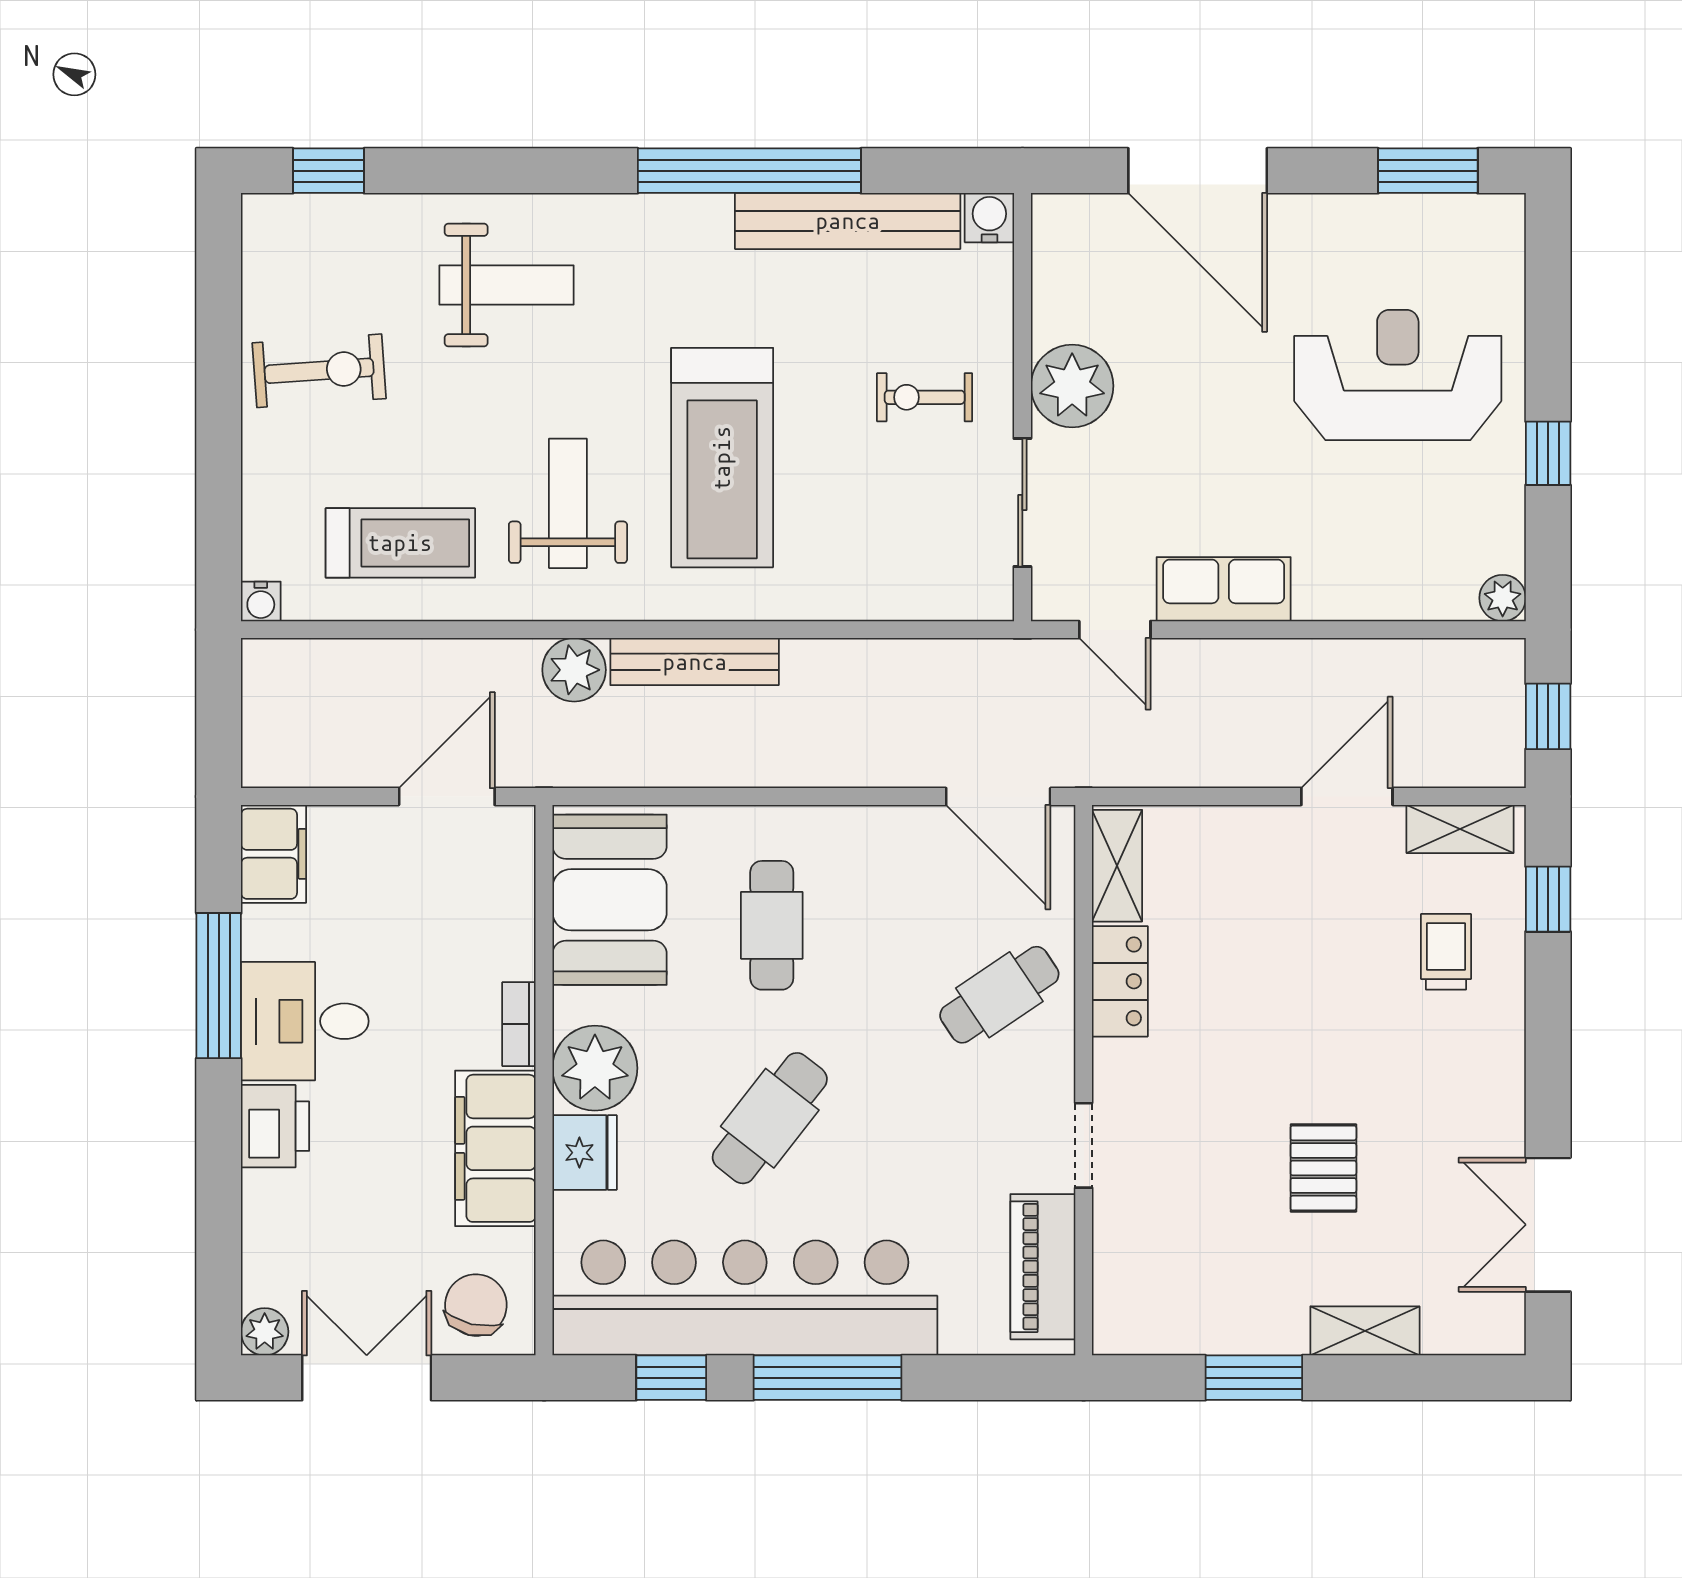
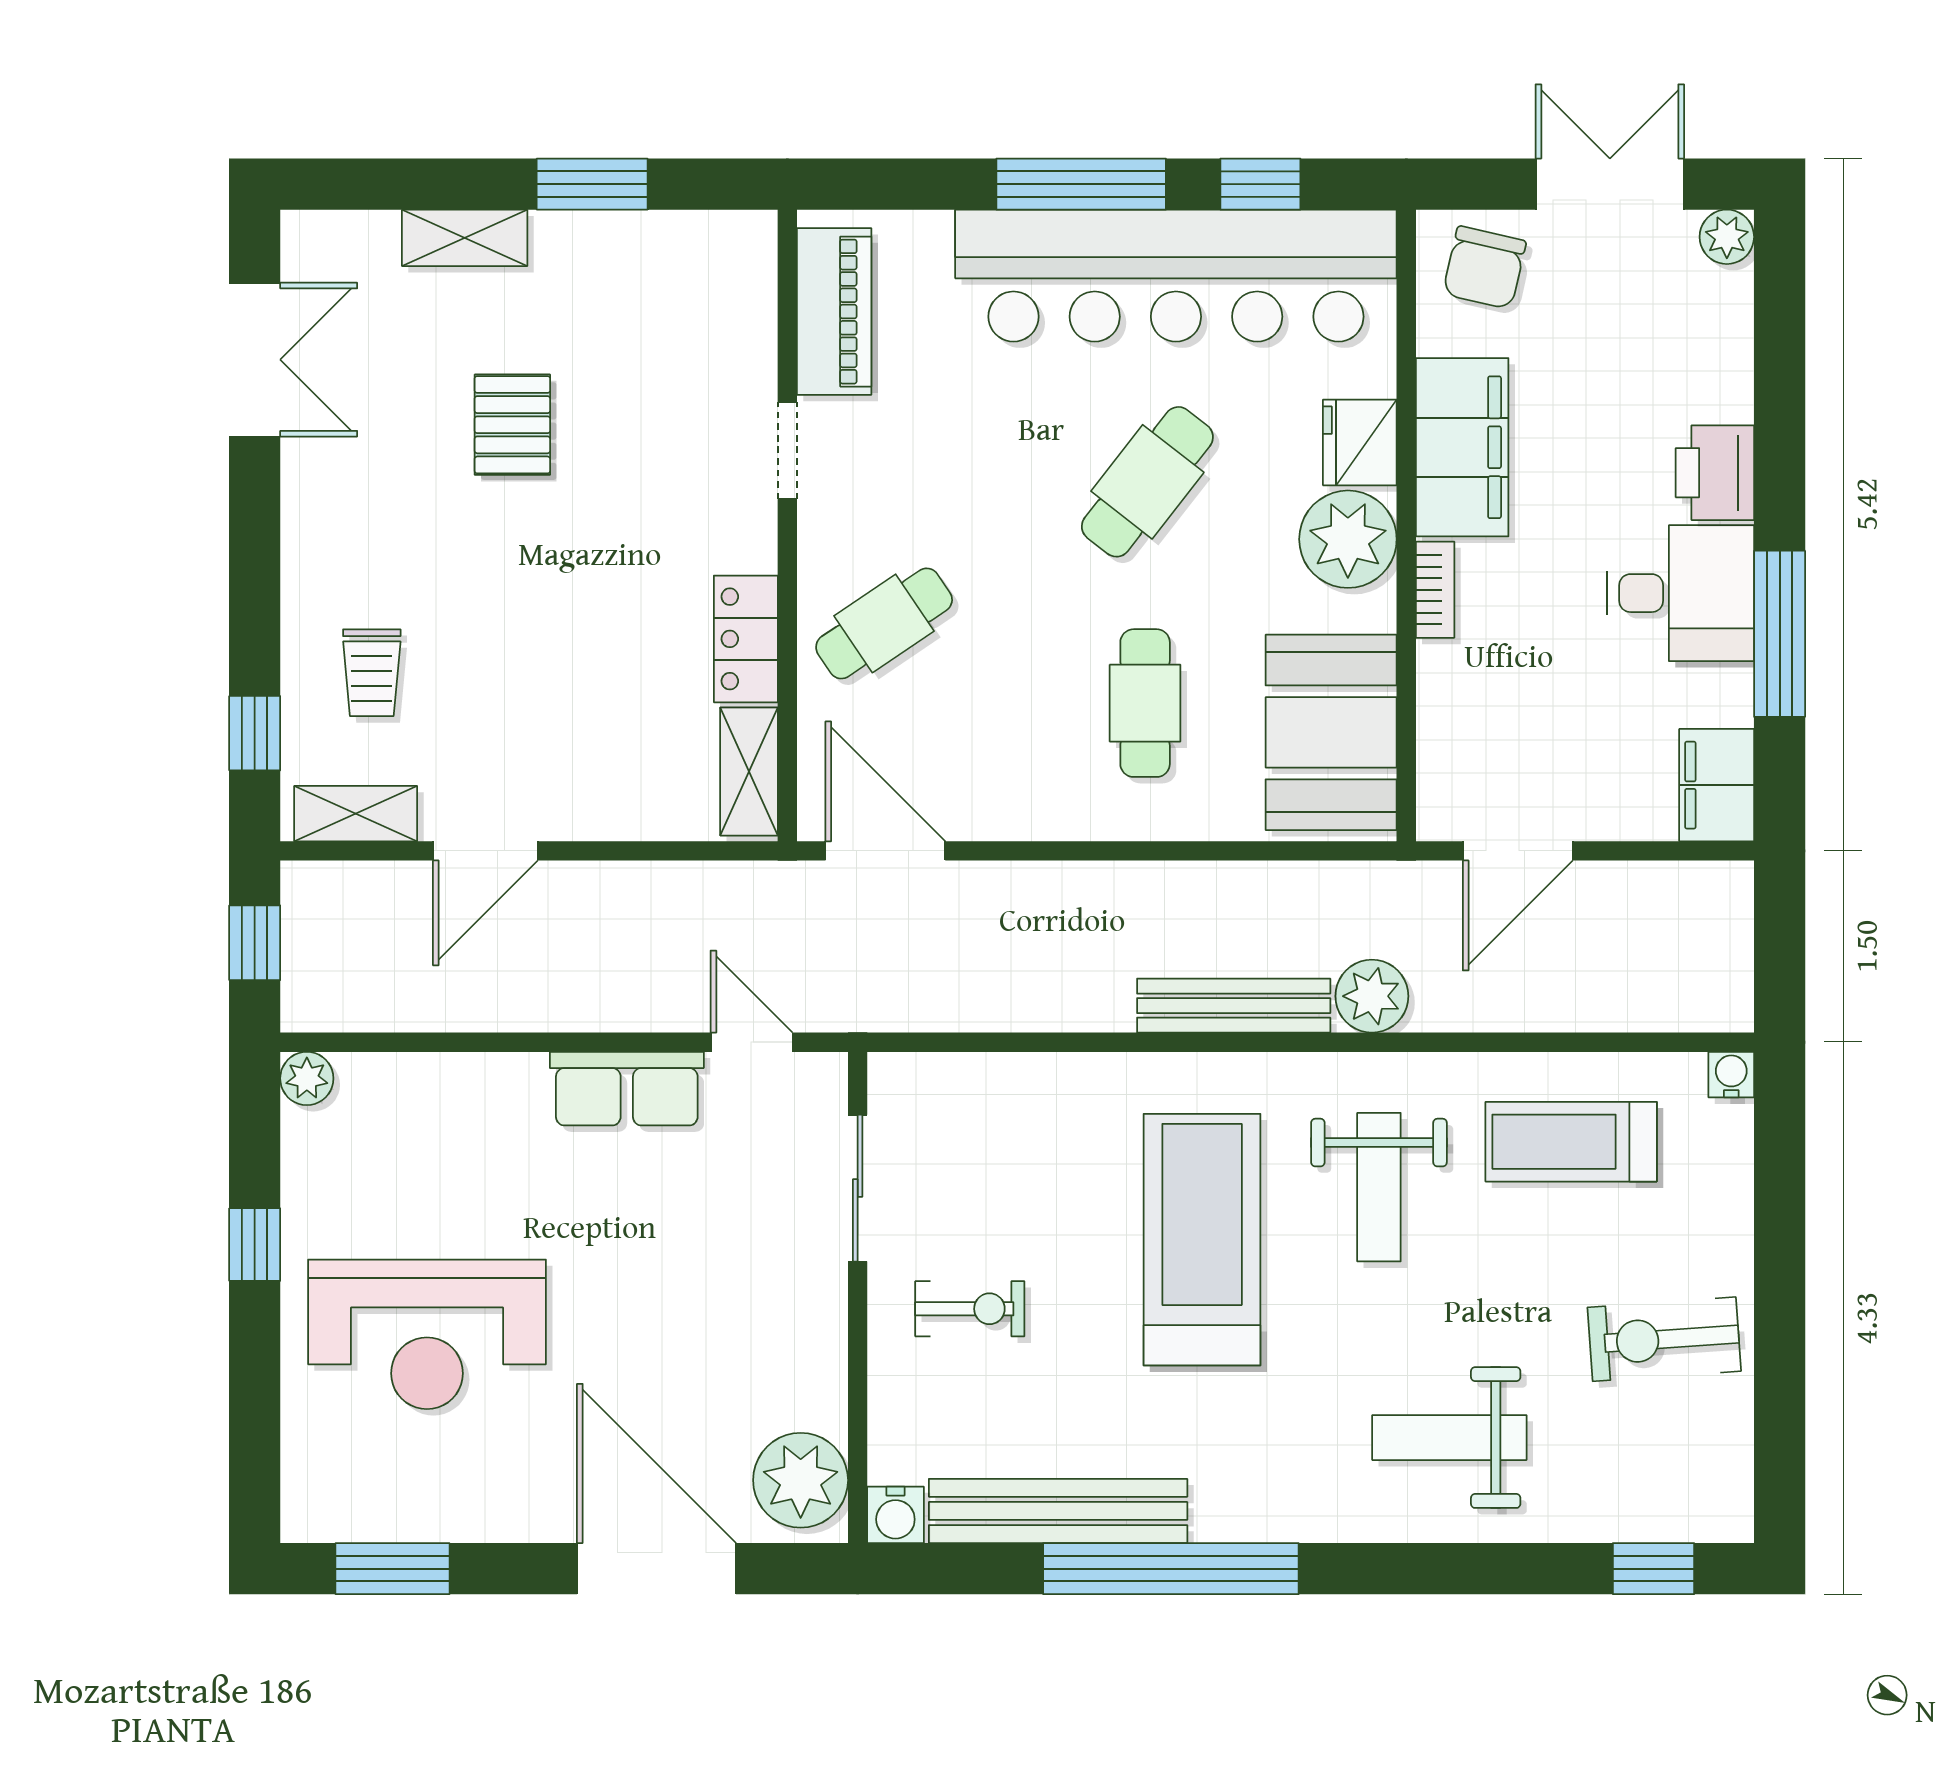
plant: (1072, 386) -> (801, 1480), moved
double door: (367, 1378) -> (1610, 184), swing flipped

